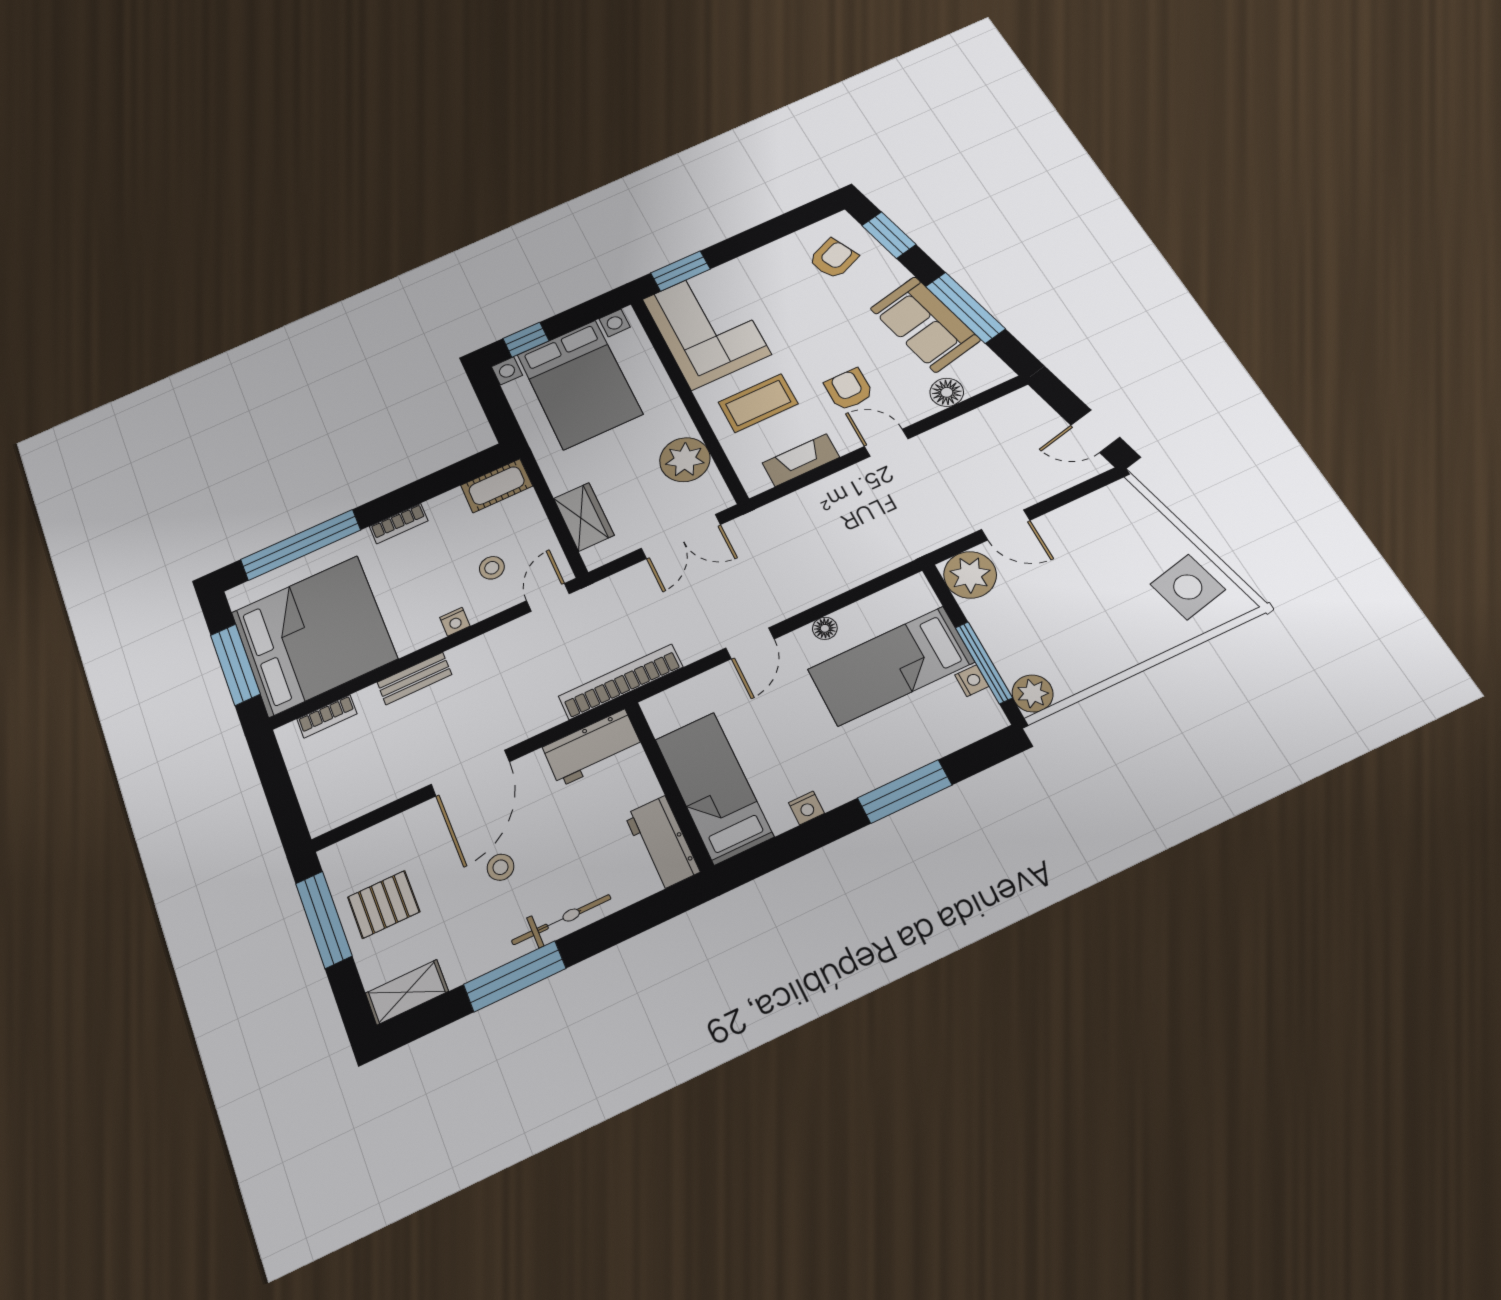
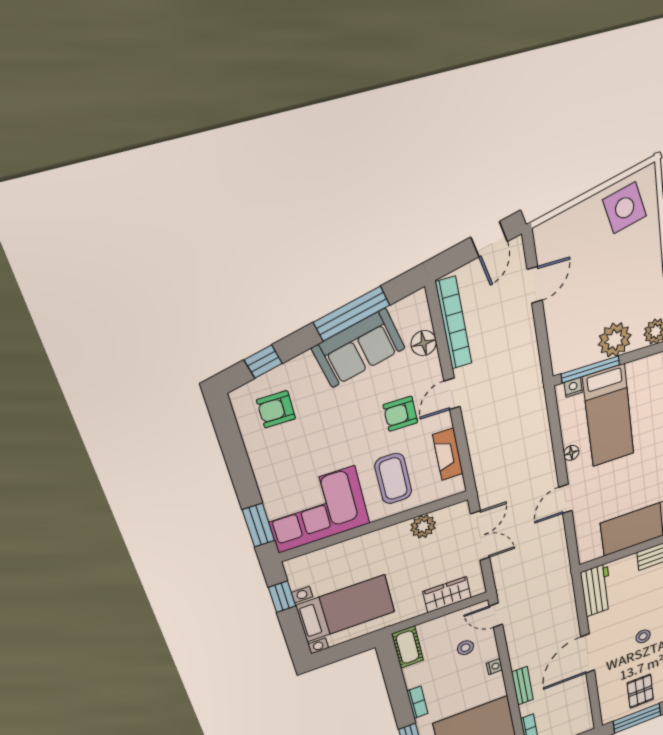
window: (889, 235) -> (263, 362), width x0.67
armchair: (833, 259) -> (276, 409), turned -66
window: (526, 340) -> (282, 597), moved
bed with nightstands: (580, 384) -> (346, 608), width x0.73
plant: (685, 460) -> (423, 526), width x0.73, depth x0.73
door: (1006, 525) -> (535, 285), moved
plant: (970, 575) -> (615, 340), moved
door: (750, 643) -> (565, 499), swing flipped
window: (984, 663) -> (590, 369), moved
nightstand: (972, 681) -> (573, 387), moved
bookcase: (621, 682) -> (454, 323), moved, turned 180
door: (470, 773) -> (588, 654), swing flipped

